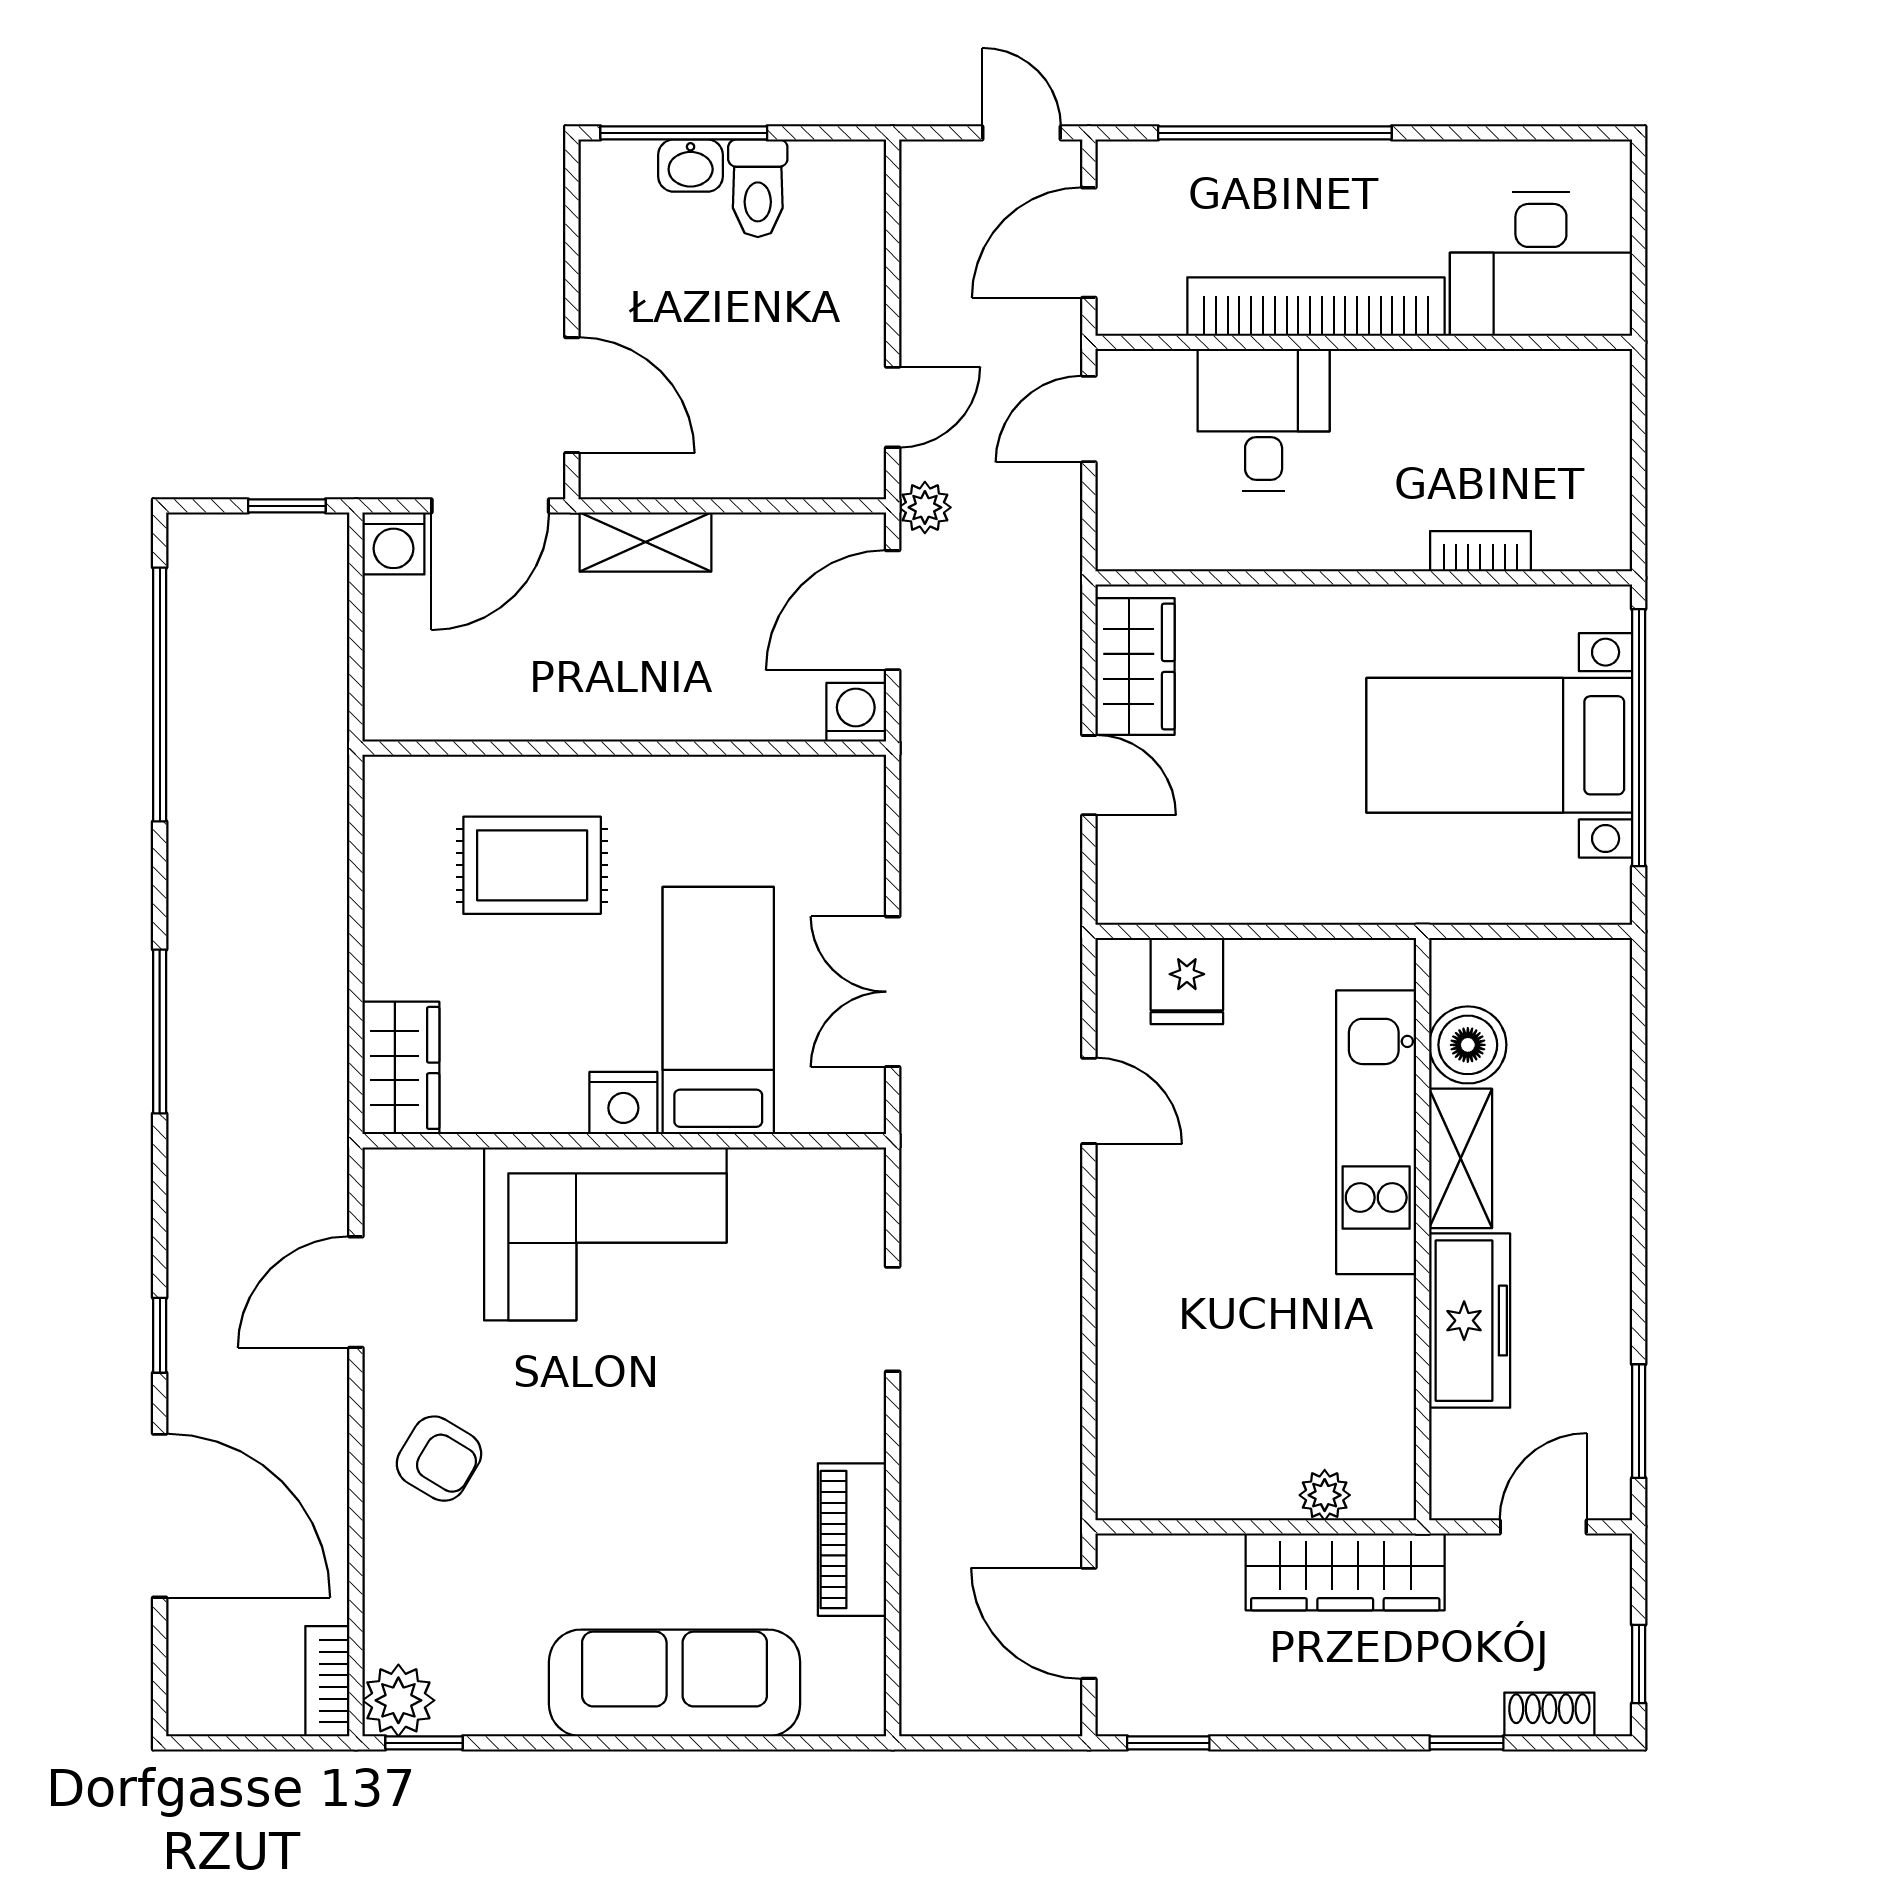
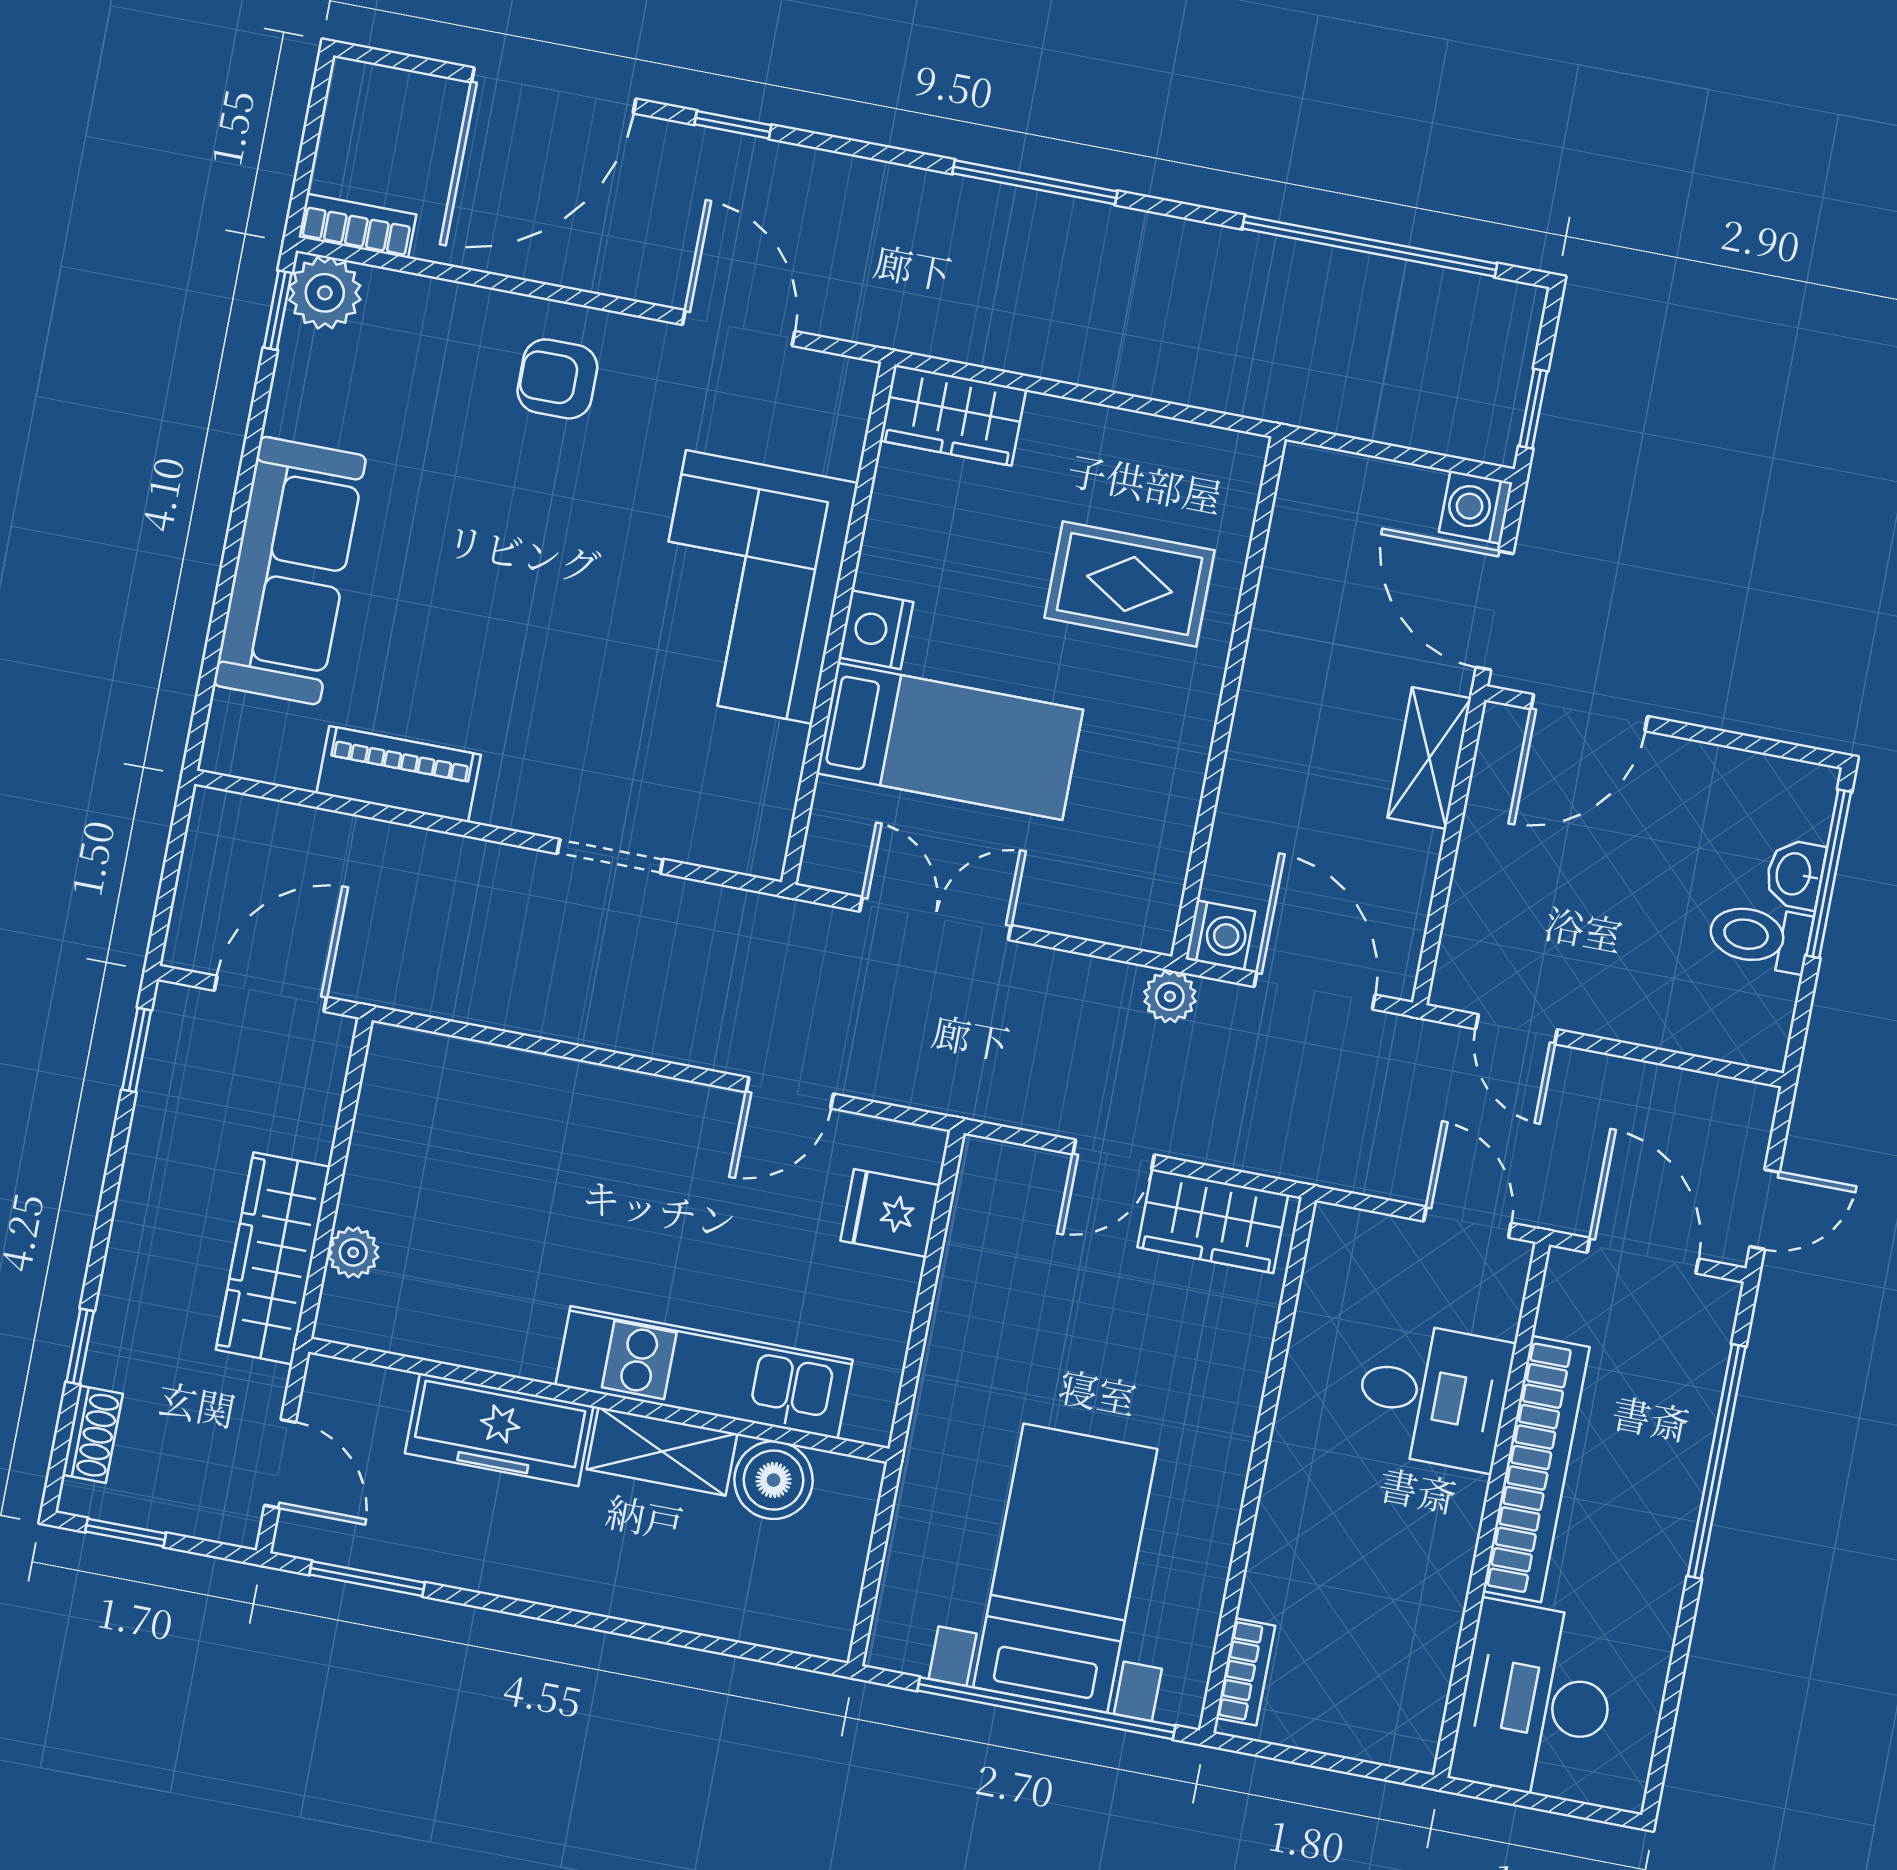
plant: (925, 507) -> (1170, 996), moved
bookcase: (1480, 551) -> (1246, 1672), moved
rug: (532, 865) -> (1129, 584), turned 90
armchair: (439, 1459) -> (557, 379), turned 59

